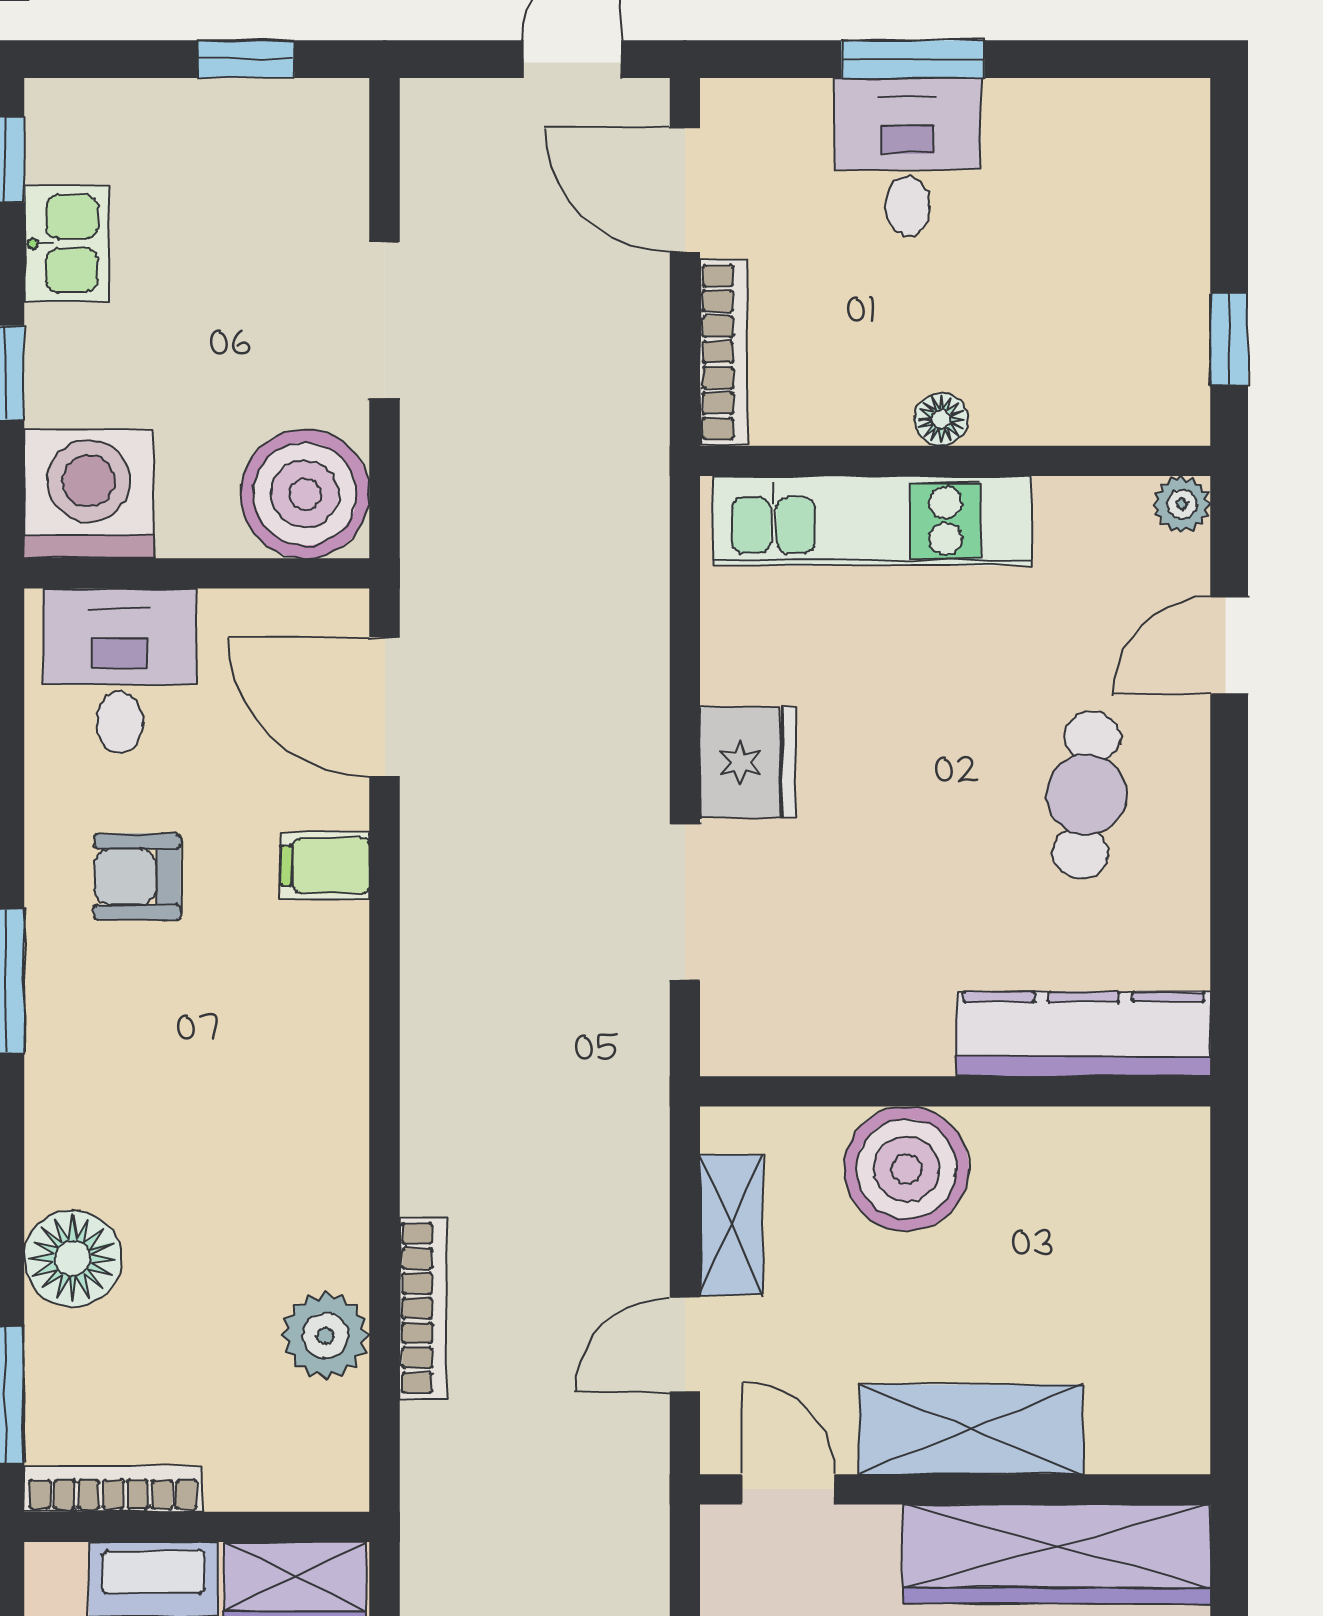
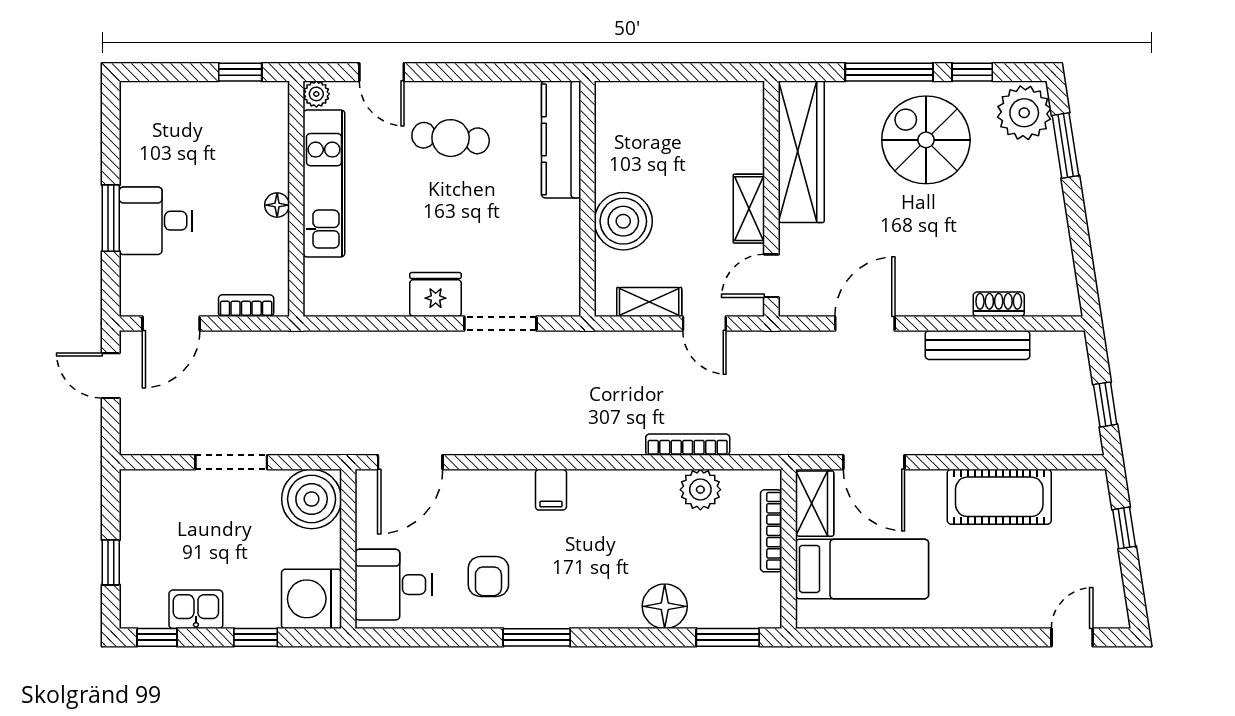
window: (246, 59) -> (111, 562), moved
bookcase: (724, 352) -> (246, 306), width x0.64
kitchen unit: (872, 521) -> (324, 183), moved
filing cabinet: (325, 866) -> (551, 490), moved
shelving: (971, 1429) -> (749, 209), width x0.67, depth x0.75
bookcase: (113, 1489) -> (771, 531), moved

